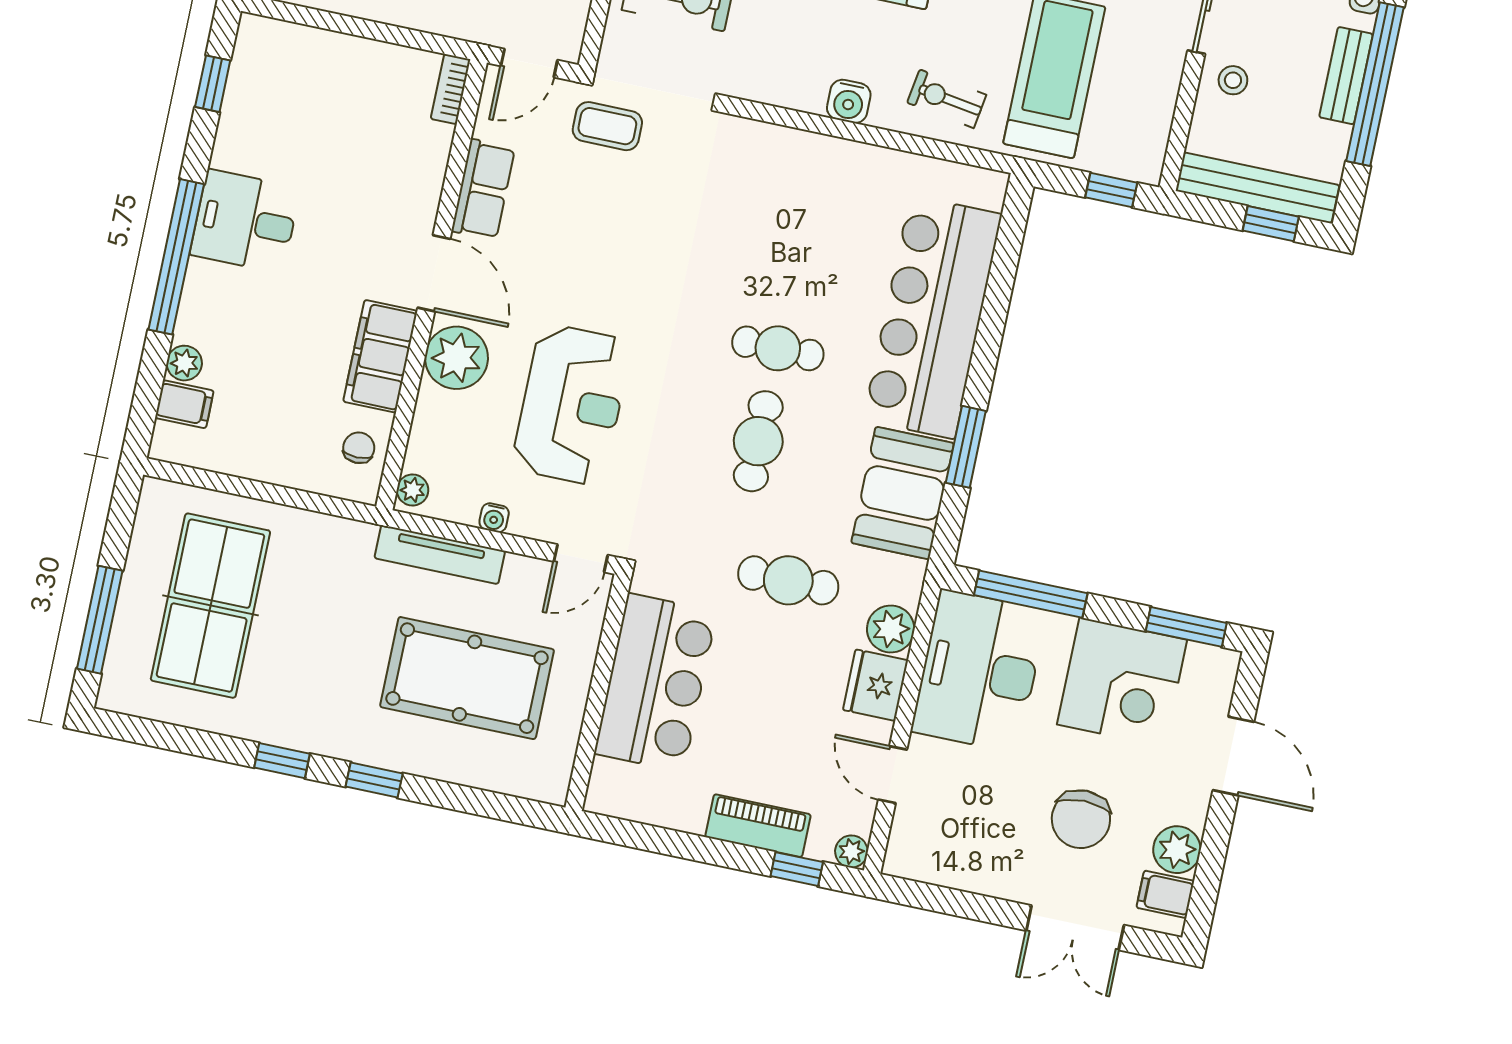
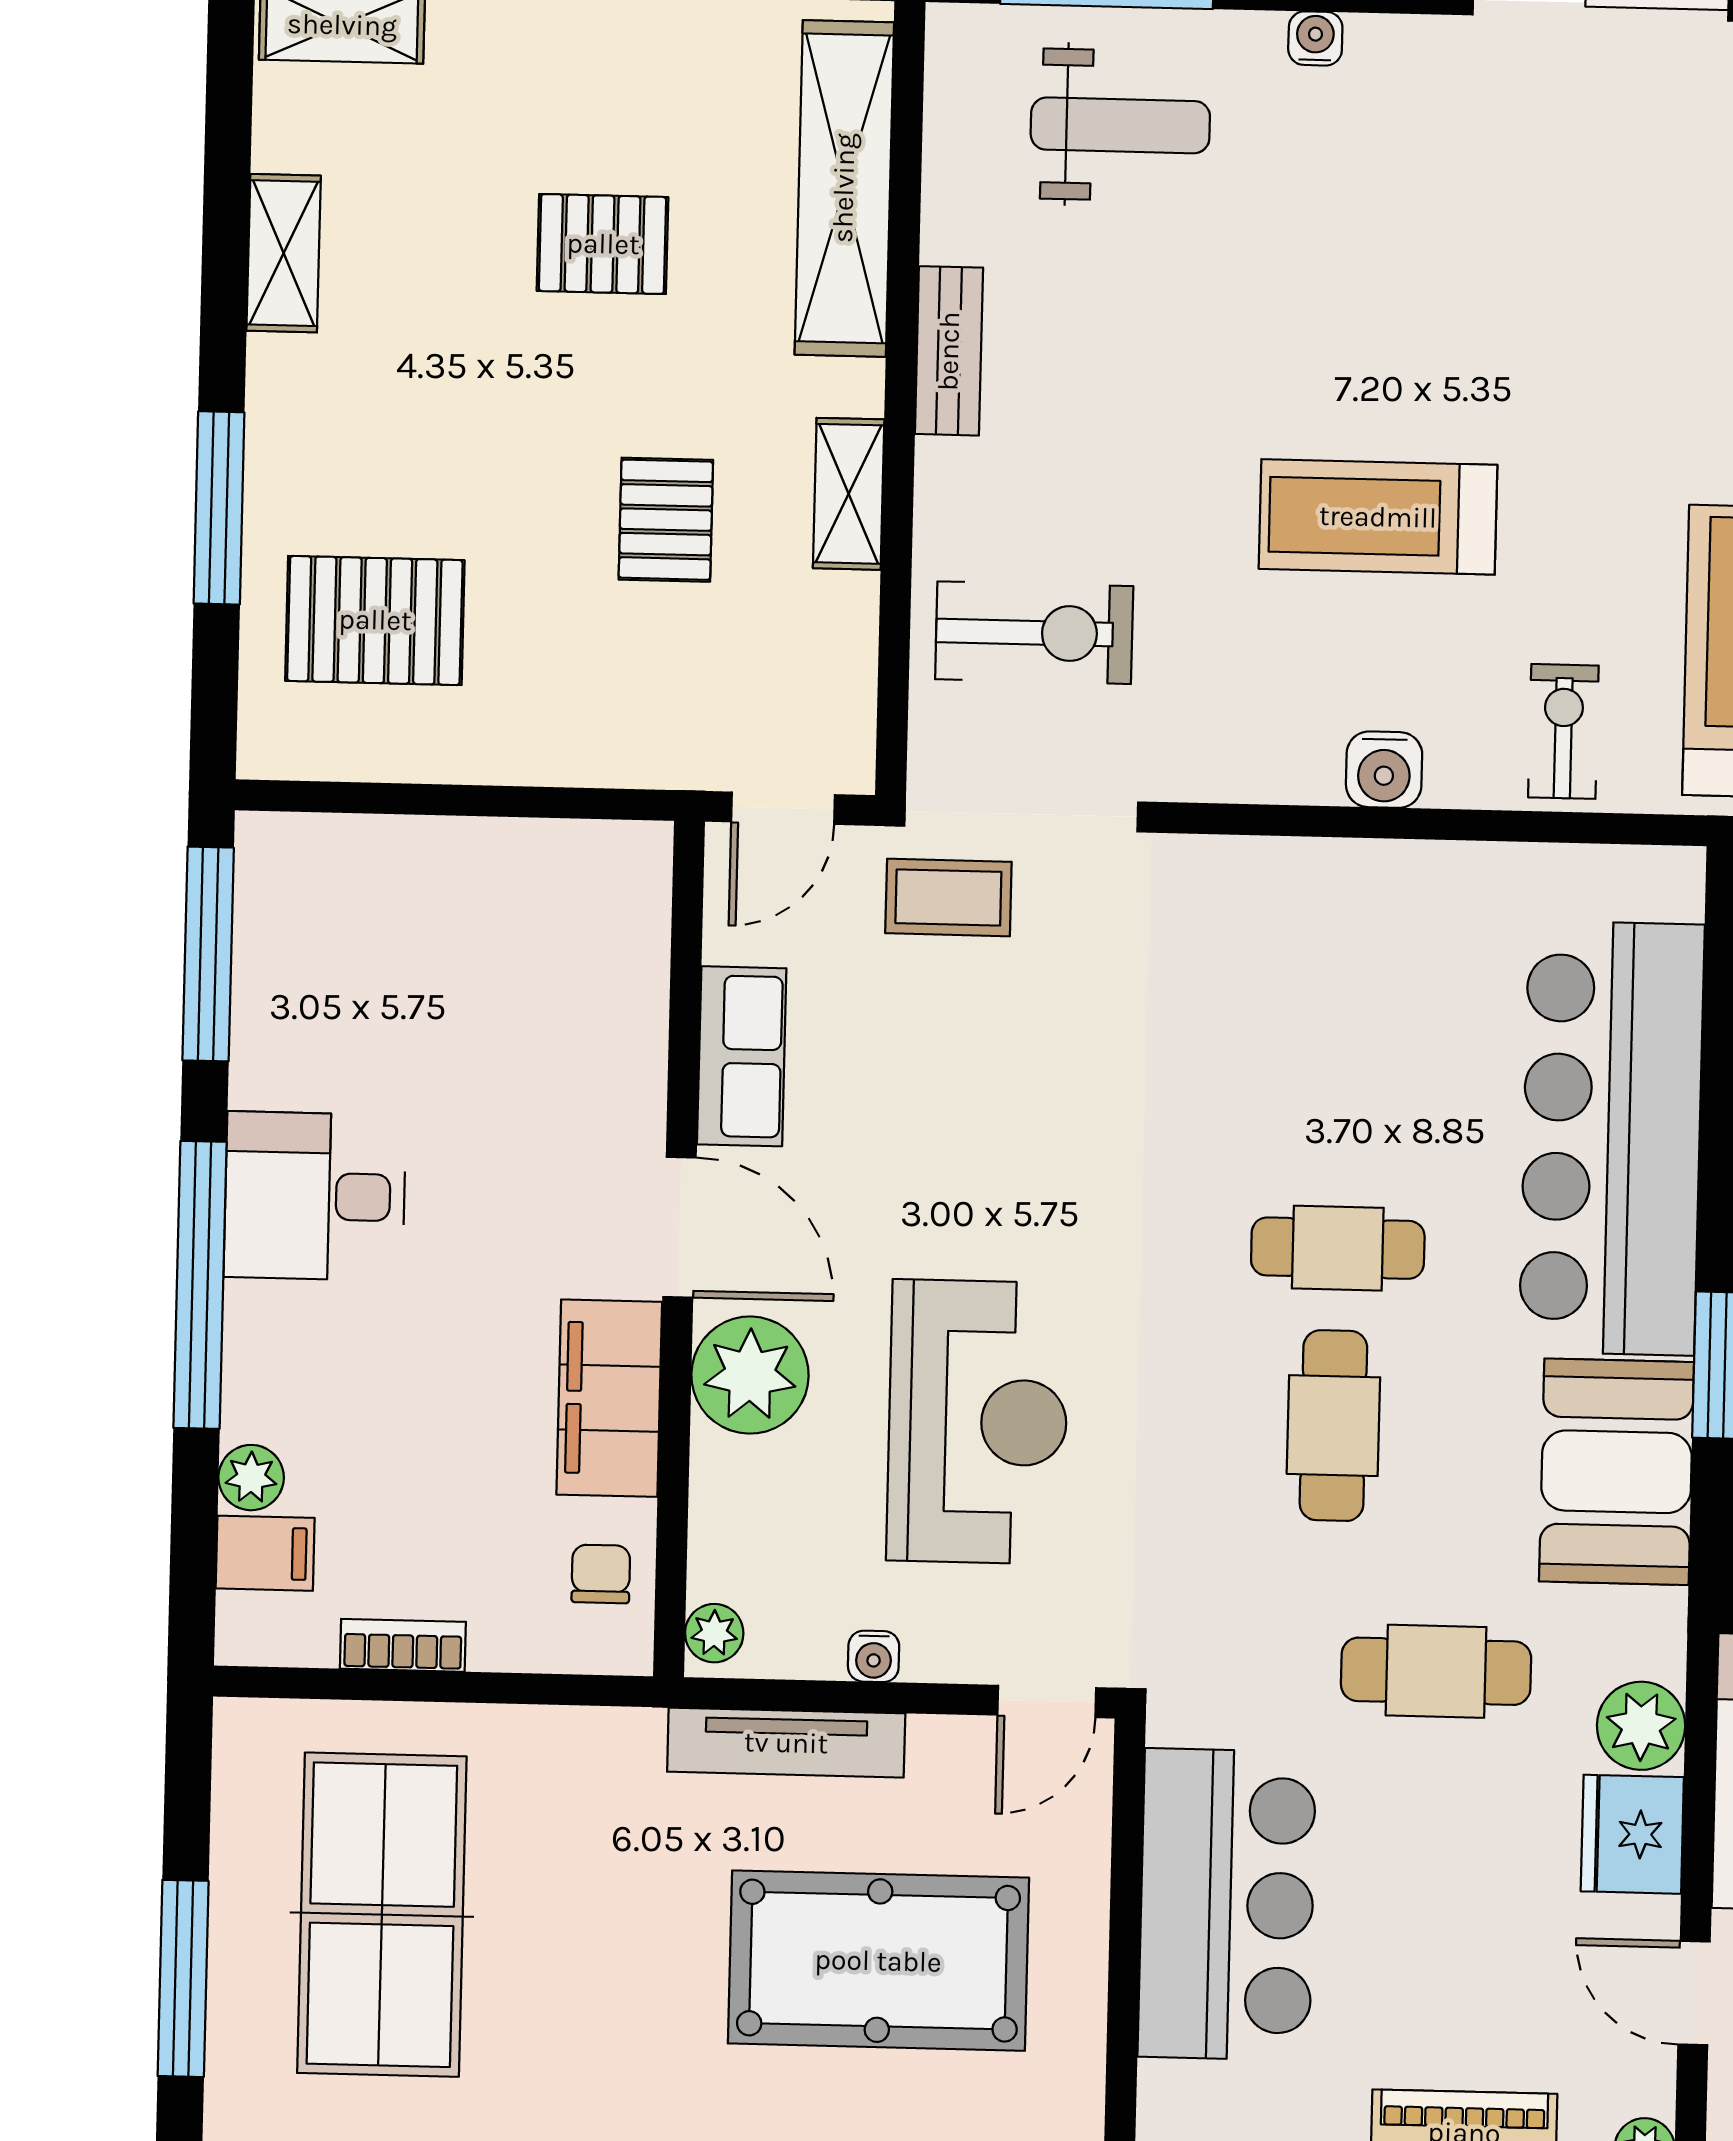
window: (213, 84) -> (208, 954), width x2.17
bookcase: (451, 89) -> (403, 1645), moved, turned 90
exercise bike: (947, 99) -> (1563, 731), turned 81

